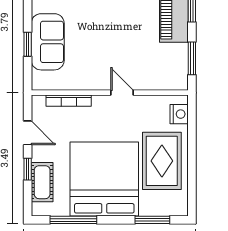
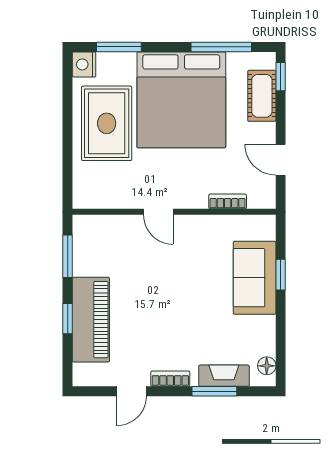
bookcase: (69, 101) -> (228, 201), width x0.64
nightstand: (179, 114) -> (84, 64), moved
window: (28, 169) -> (281, 77), moved

